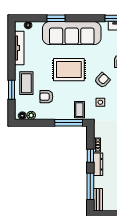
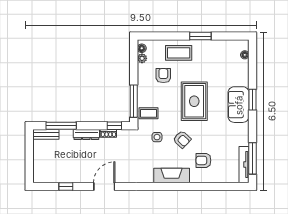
window: (56, 18) -> (253, 100), moved
sofa: (72, 33) -> (239, 105), width x0.54, depth x0.79
tv unit: (19, 48) -> (219, 45), removed
window: (12, 90) -> (200, 36), moved
window: (90, 156) -> (114, 126), moved

